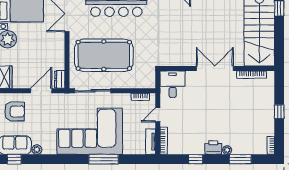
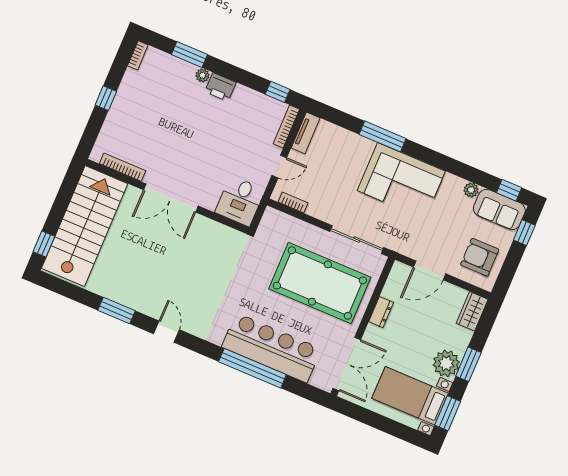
dresser: (60, 79) -> (381, 312), moved
corner sofa: (90, 131) -> (401, 181), width x0.73, depth x0.74
window: (196, 159) -> (278, 92), moved

